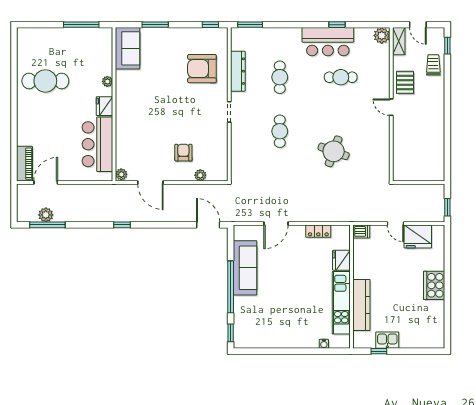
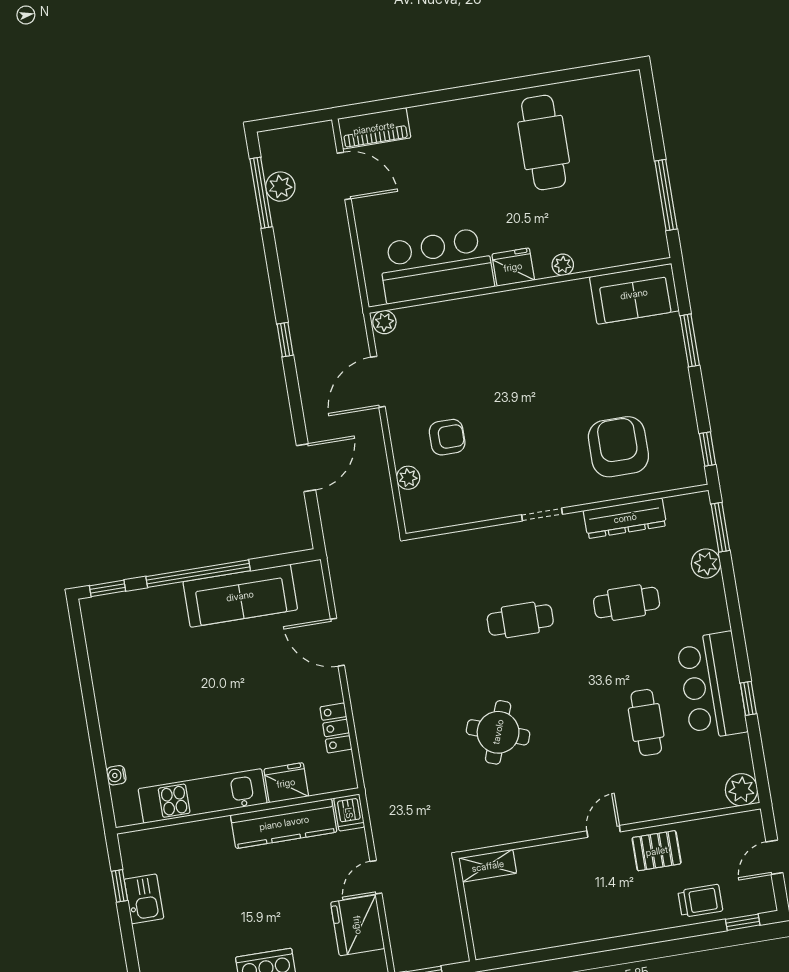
plant: (267, 35) -> (706, 563), added
shelving: (399, 41) -> (488, 866), moved
door: (208, 225) -> (306, 468), moved
kitchen counter: (361, 305) -> (284, 823), moved

